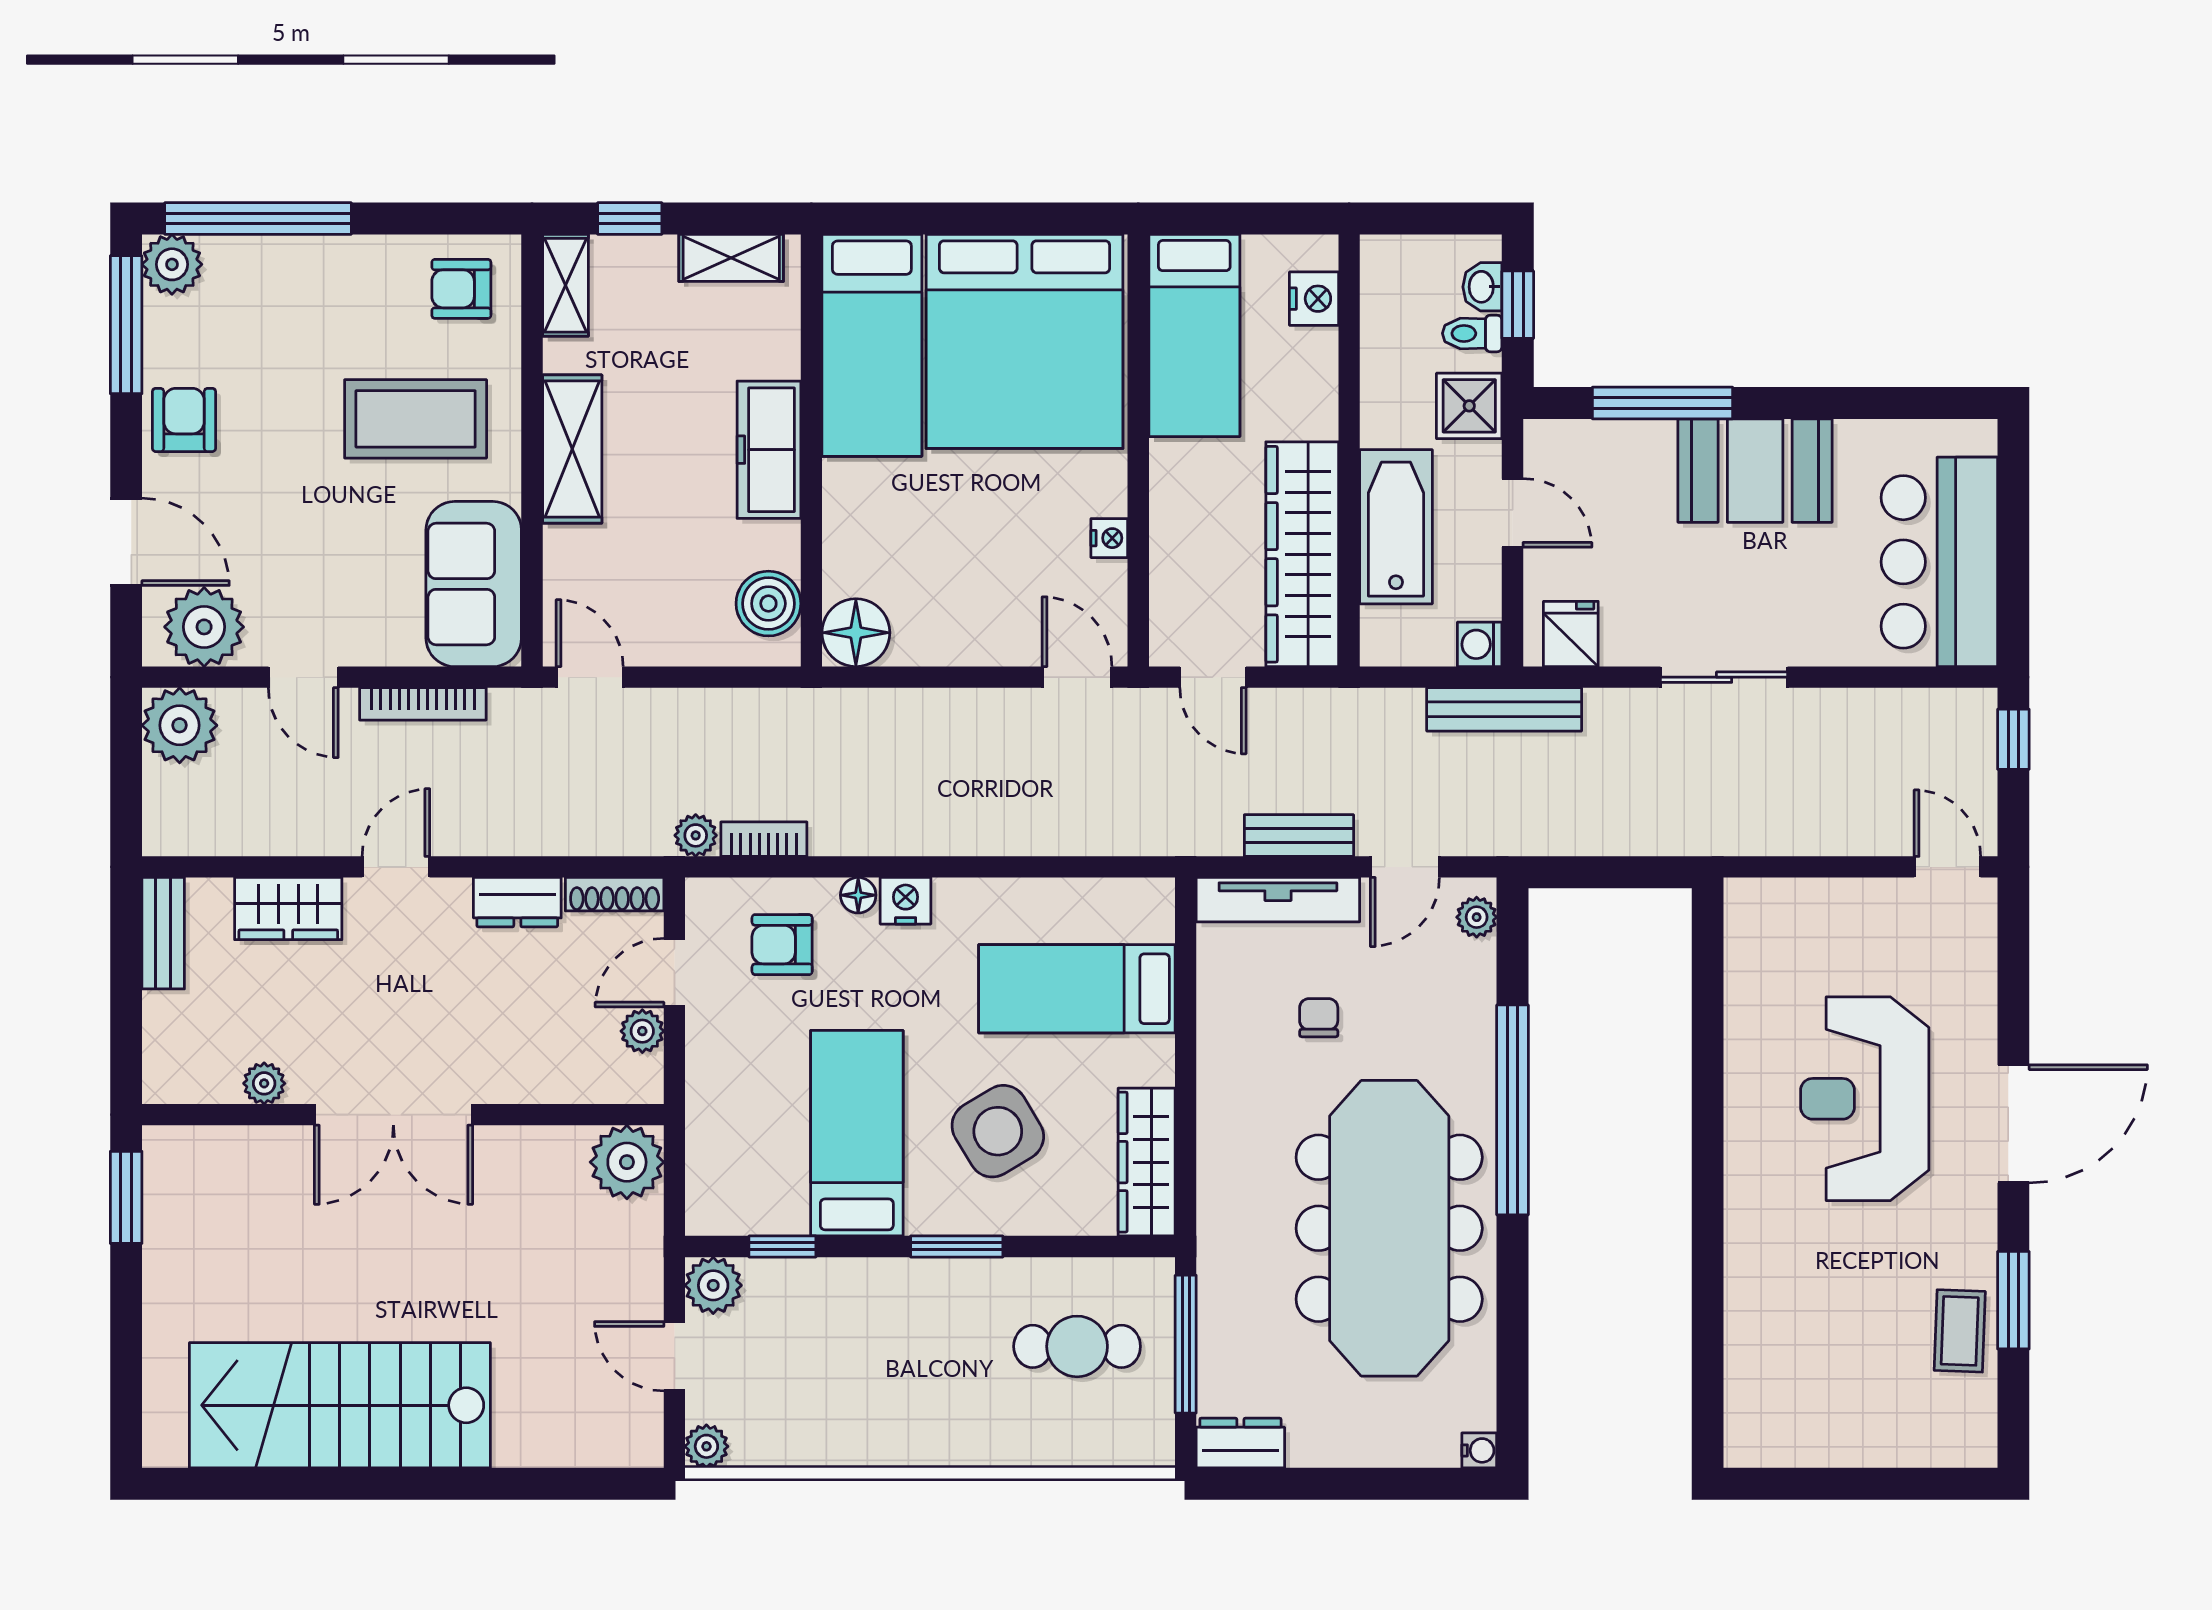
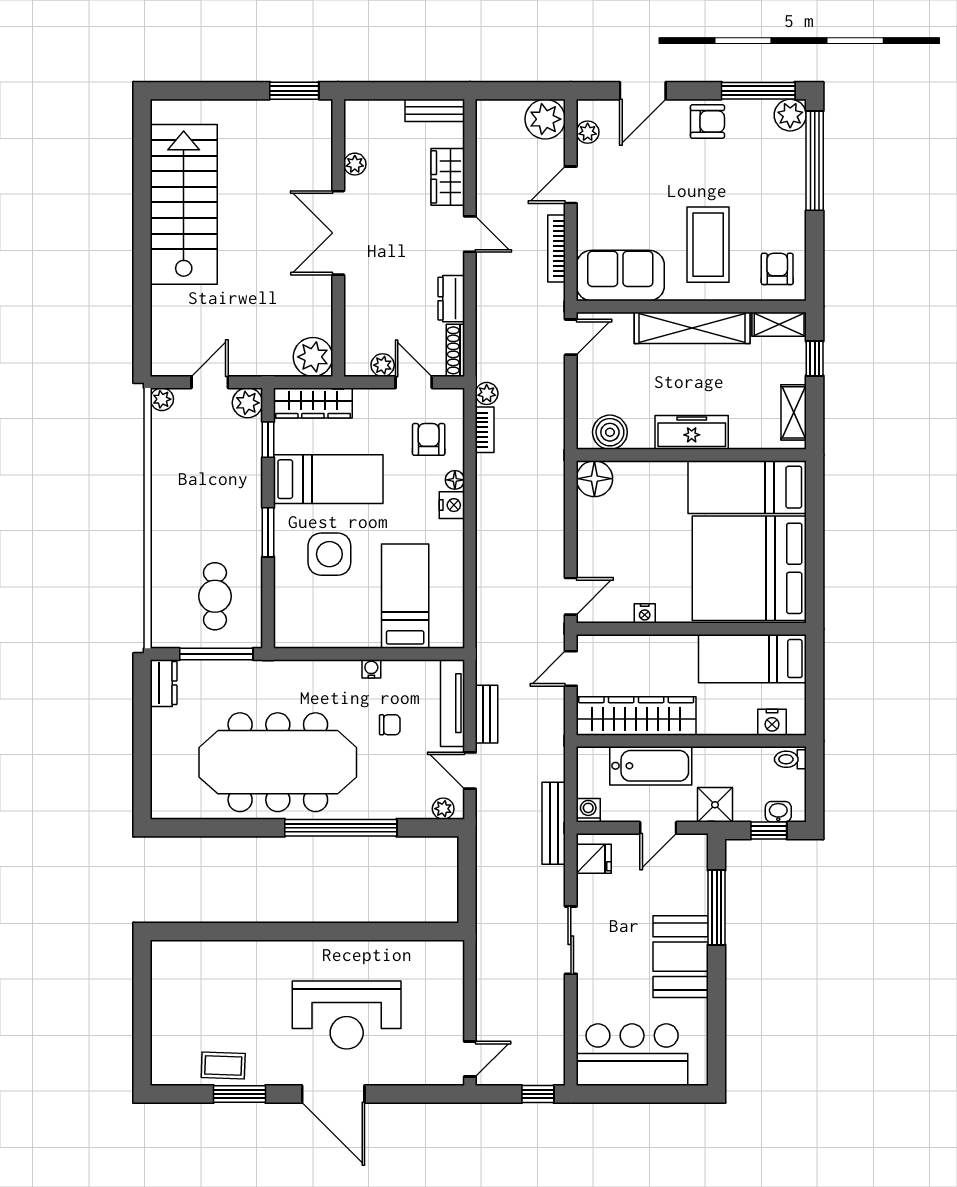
toilet: (1472, 333) -> (790, 759), moved, turned -90
shelving: (572, 449) -> (692, 328), width x1.47
plant: (204, 627) -> (588, 132), width x0.53, depth x0.53
reception desk: (1865, 1099) -> (347, 1015), turned 180
side table: (998, 1131) -> (329, 554), turned 31
wardrobe: (1147, 1162) -> (313, 403), moved, turned 180
water cooler: (1479, 1450) -> (371, 669), moved, turned 180

